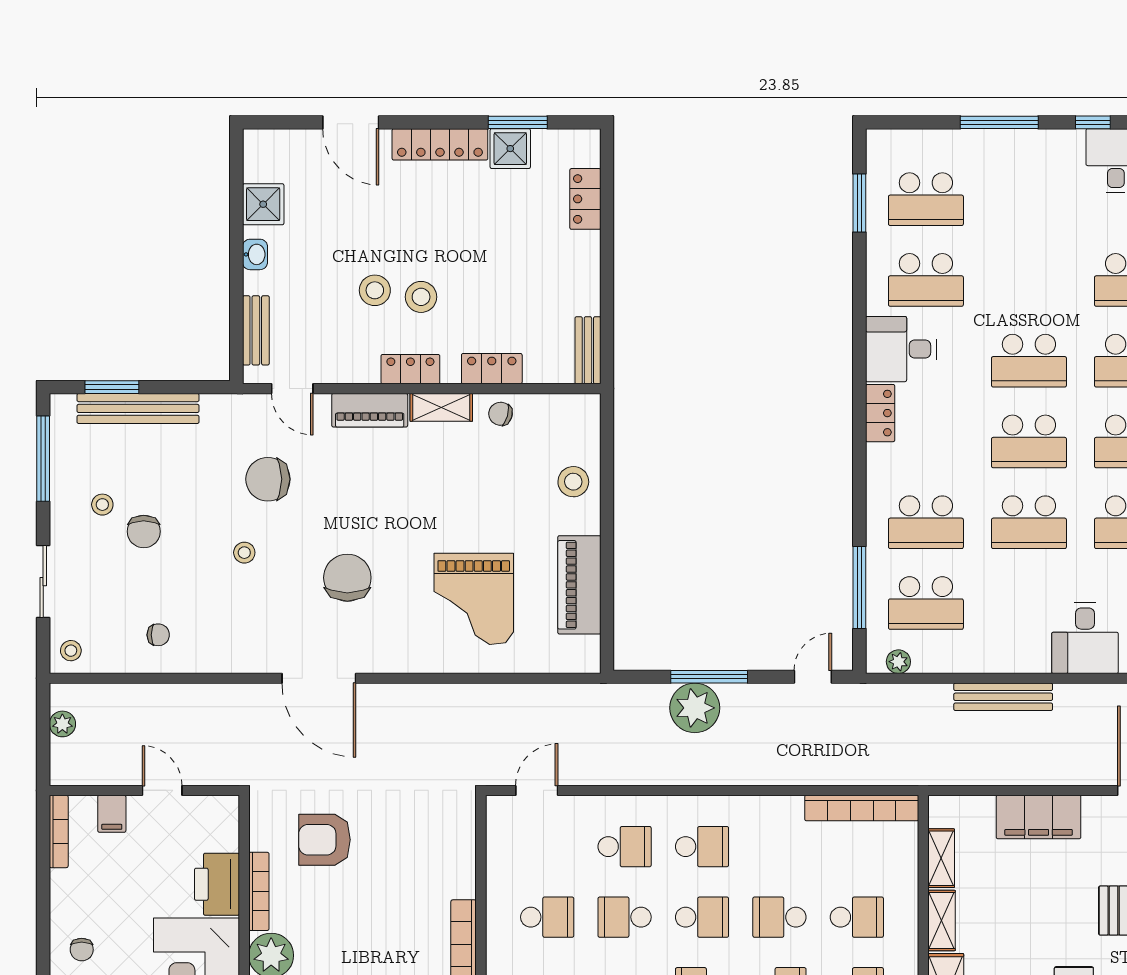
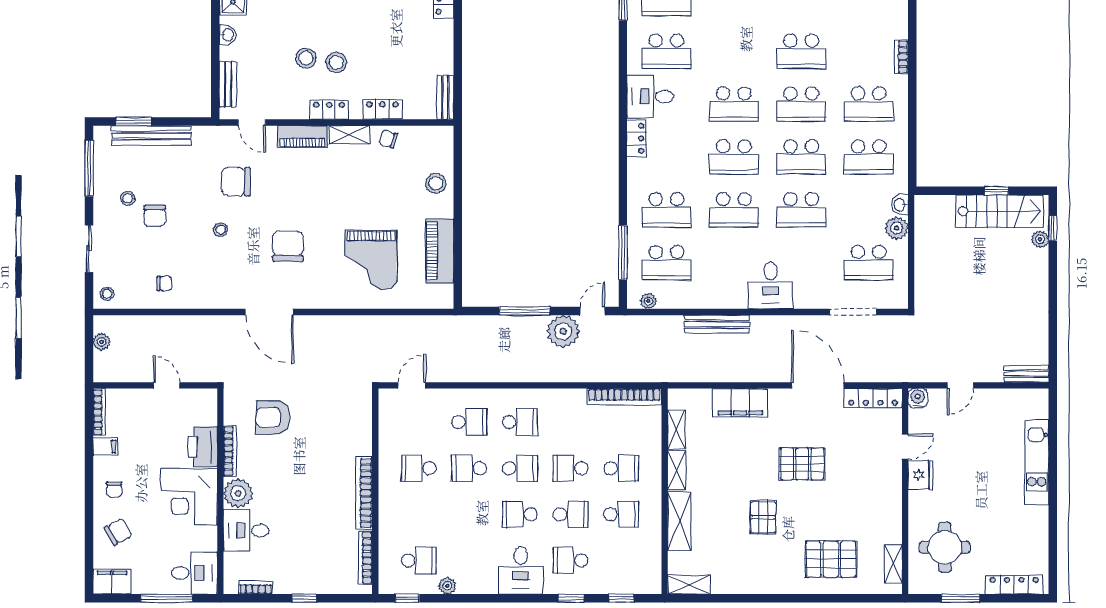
plant: (695, 708) -> (563, 331), moved
filing cabinet: (112, 814) -> (105, 447), moved, turned -90
school desk: (547, 917) -> (419, 468), turned 180

